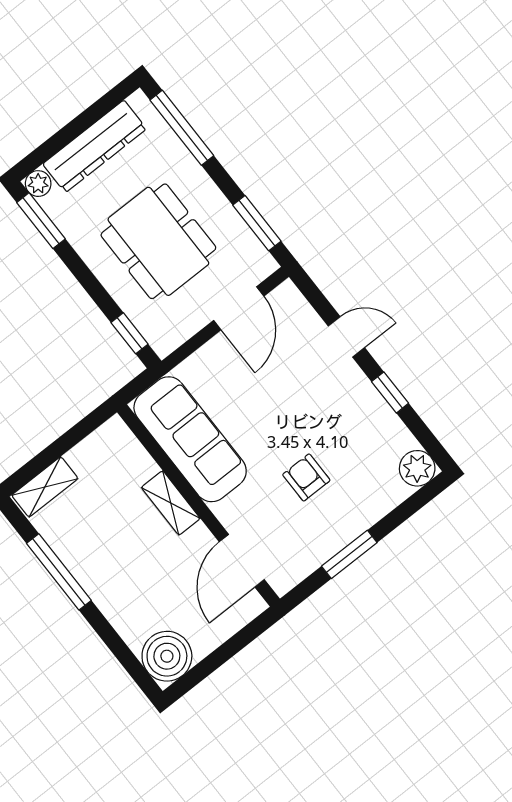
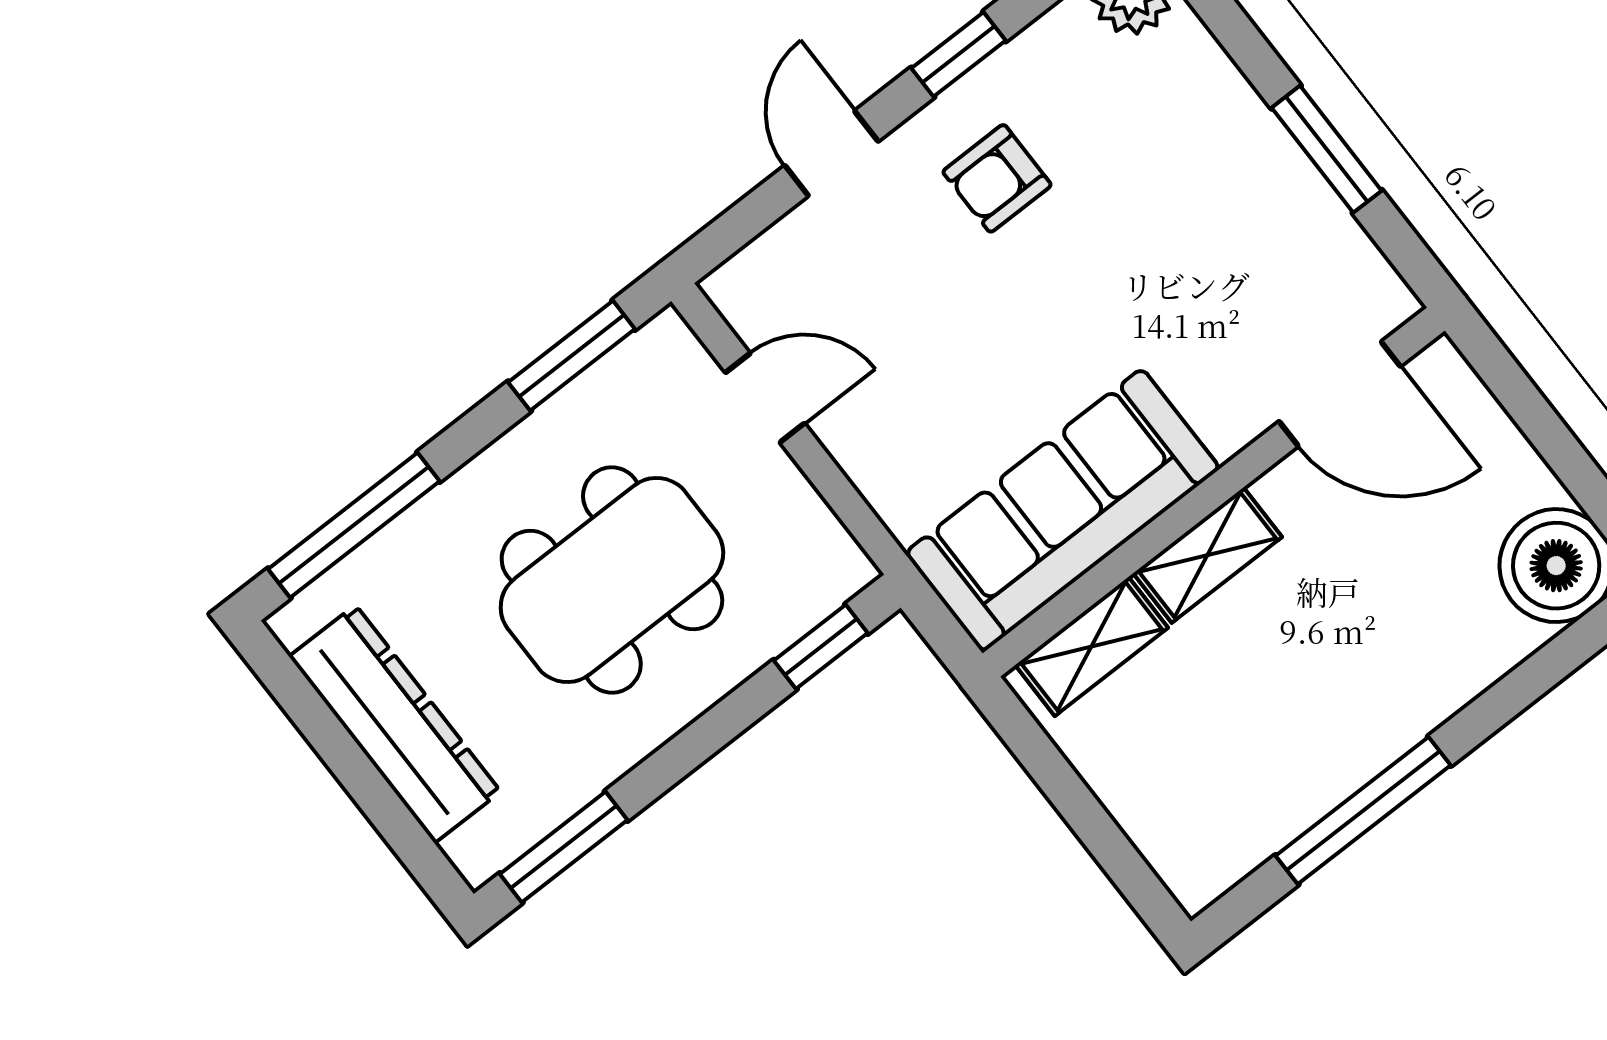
plant: (38, 184) -> (479, 853), removed
door: (239, 308) -> (765, 398), width x0.73
armchair: (306, 477) -> (997, 178), moved
shelving: (45, 487) -> (1092, 646), moved, turned 90

